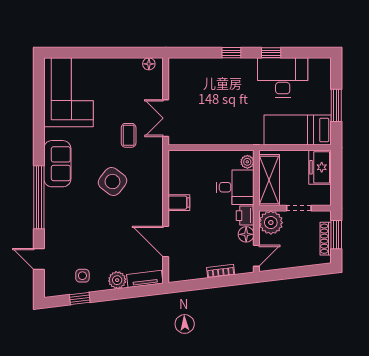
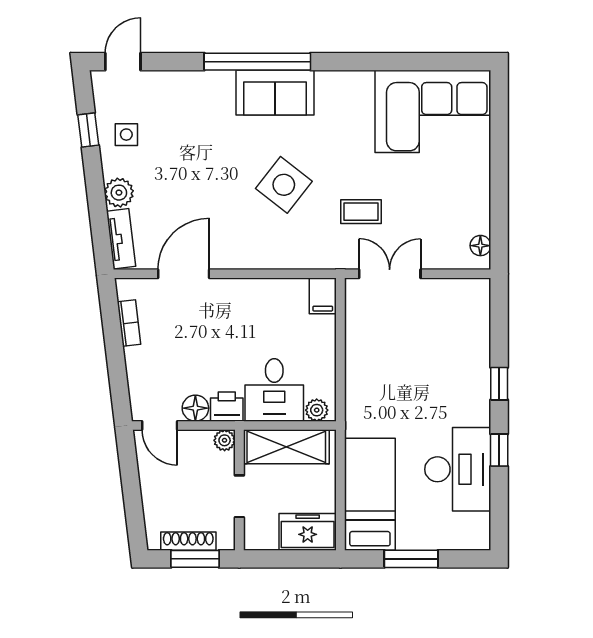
sofa: (57, 164) -> (275, 93), moved
filing cabinet: (179, 203) -> (323, 296), moved
plant: (271, 223) -> (225, 440), width x0.53, depth x0.53
door: (39, 259) -> (123, 62), moved
bookcase: (221, 271) -> (129, 323), moved

